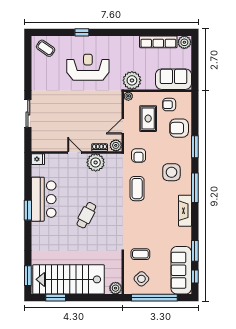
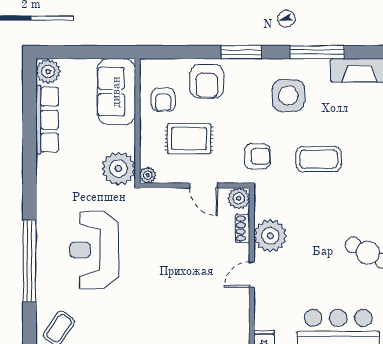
window: (82, 32) -> (30, 261), width x3.17

